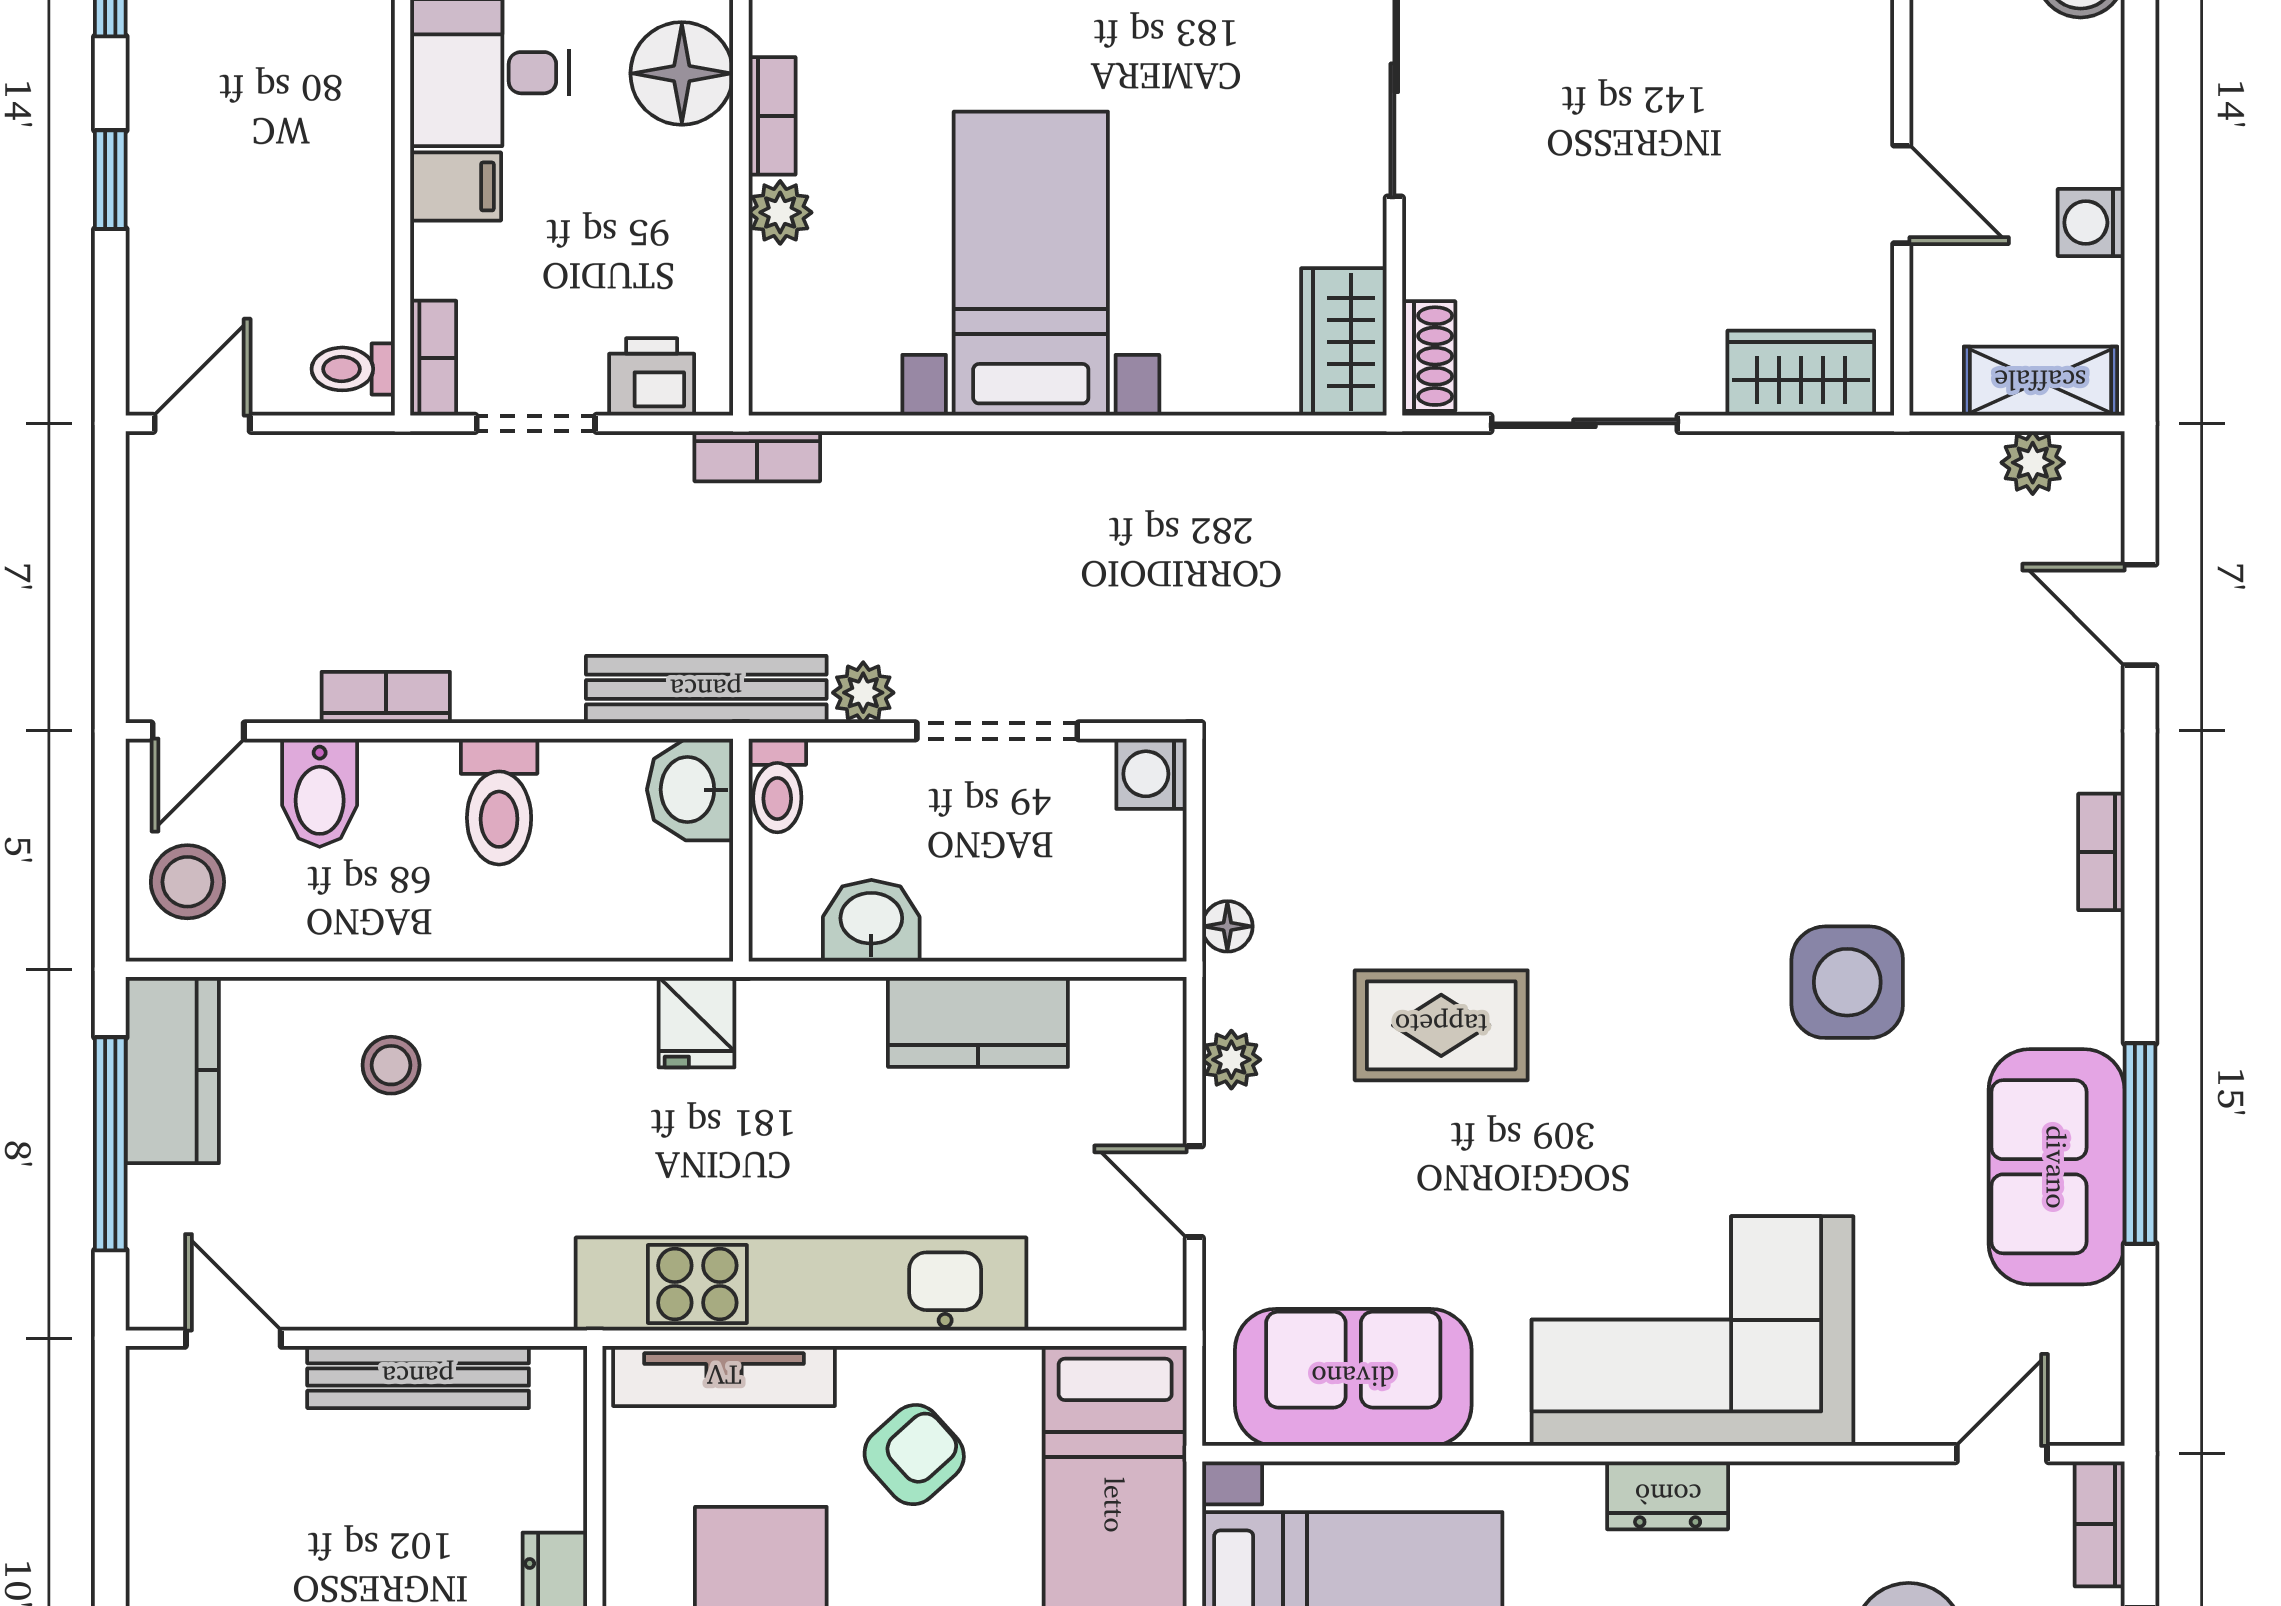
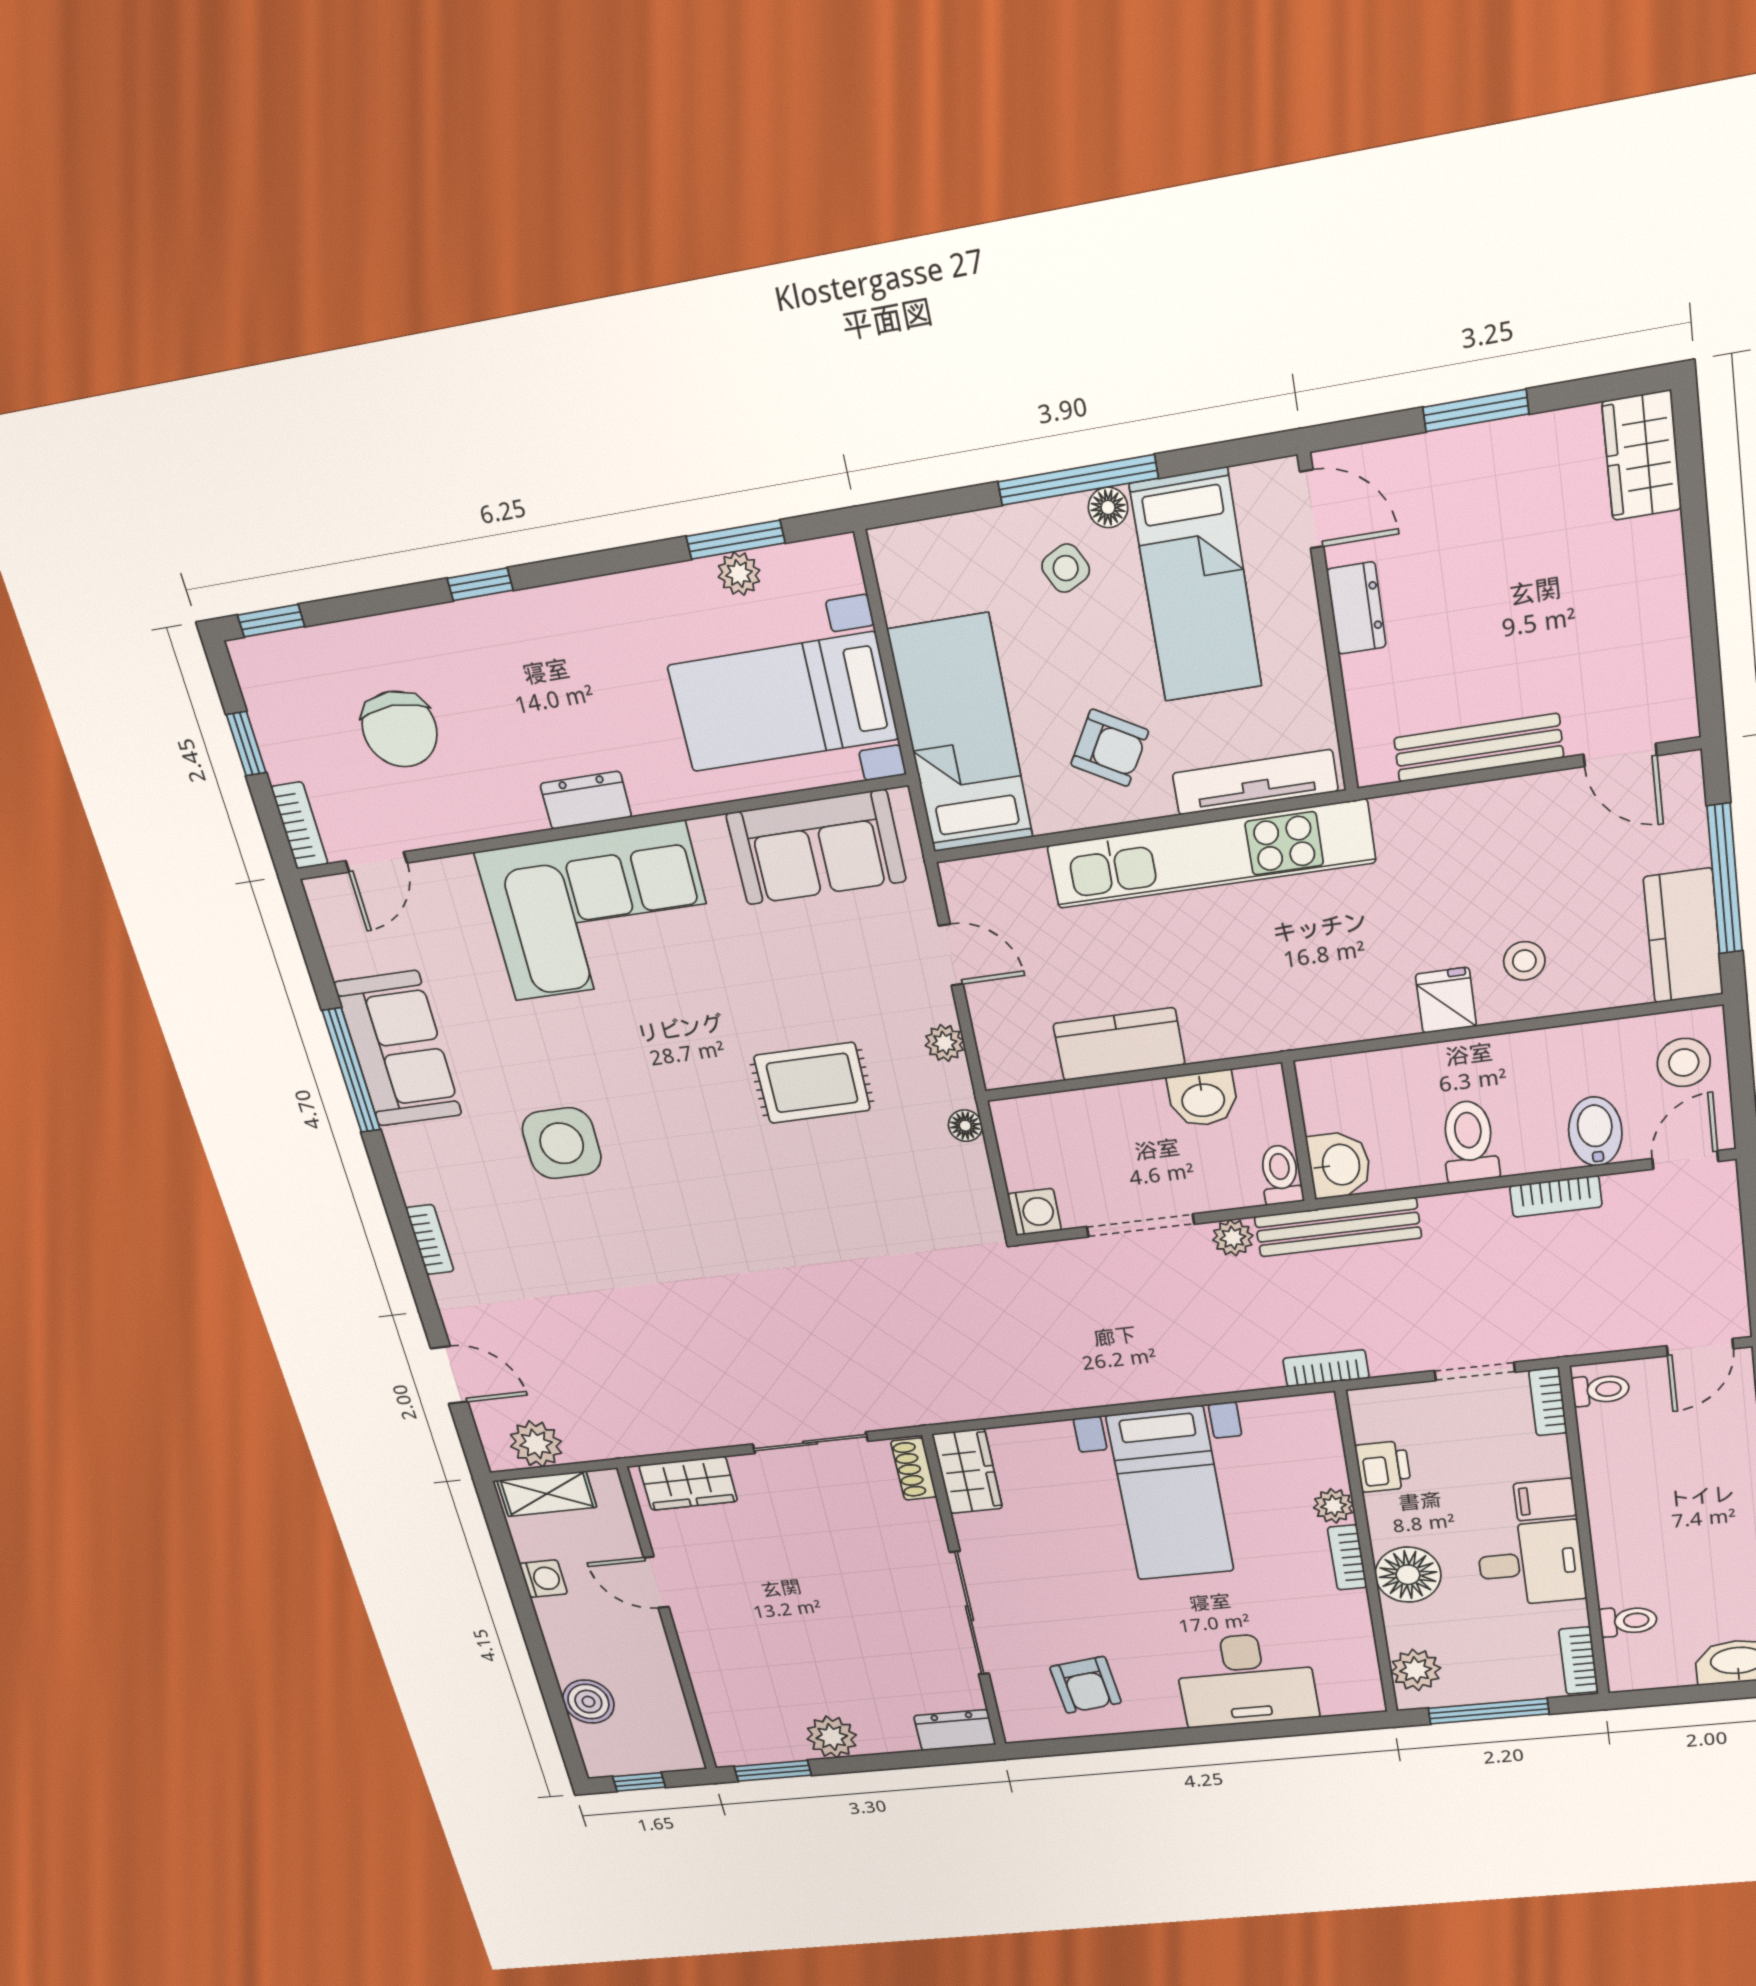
printer: (652, 377) -> (1383, 1466), moved, turned -90
plant: (2033, 463) -> (536, 1444), width x1.38, depth x1.38
fridge: (697, 1022) -> (1446, 1000), moved
armchair: (914, 1455) -> (1110, 748), turned -108

